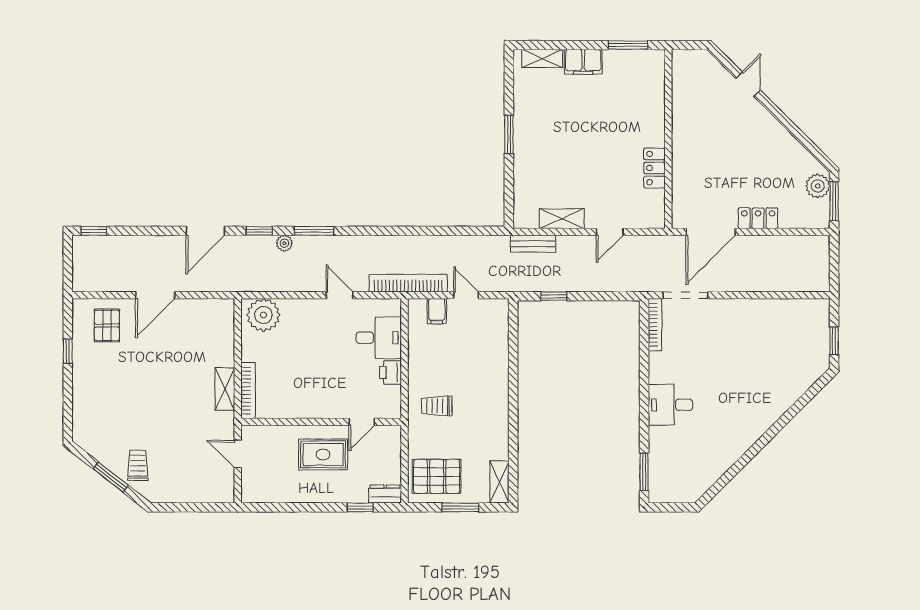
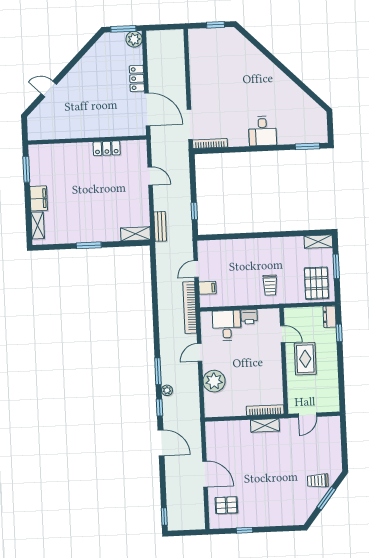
plant: (818, 186) -> (134, 39), moved
shelving: (562, 219) -> (136, 234), moved, turned 90
plant: (263, 315) -> (214, 381), moved

